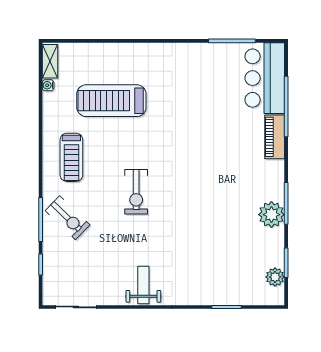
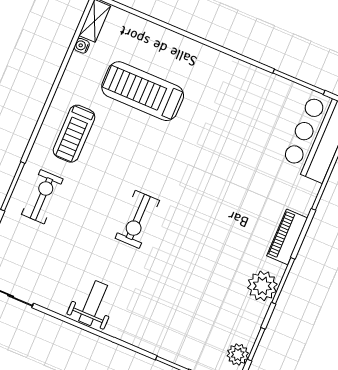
piano: (275, 137) -> (287, 237), moved
exercise bike: (136, 192) -> (137, 219), moved
exercise bike: (68, 218) -> (42, 197), turned -134

